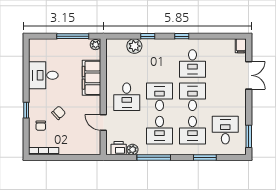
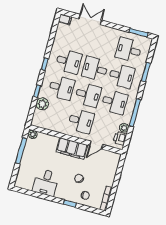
desk: (160, 63) -> (62, 88), added
filing cabinet: (92, 78) -> (72, 148), moved
desk: (160, 97) -> (88, 95), turned 180

